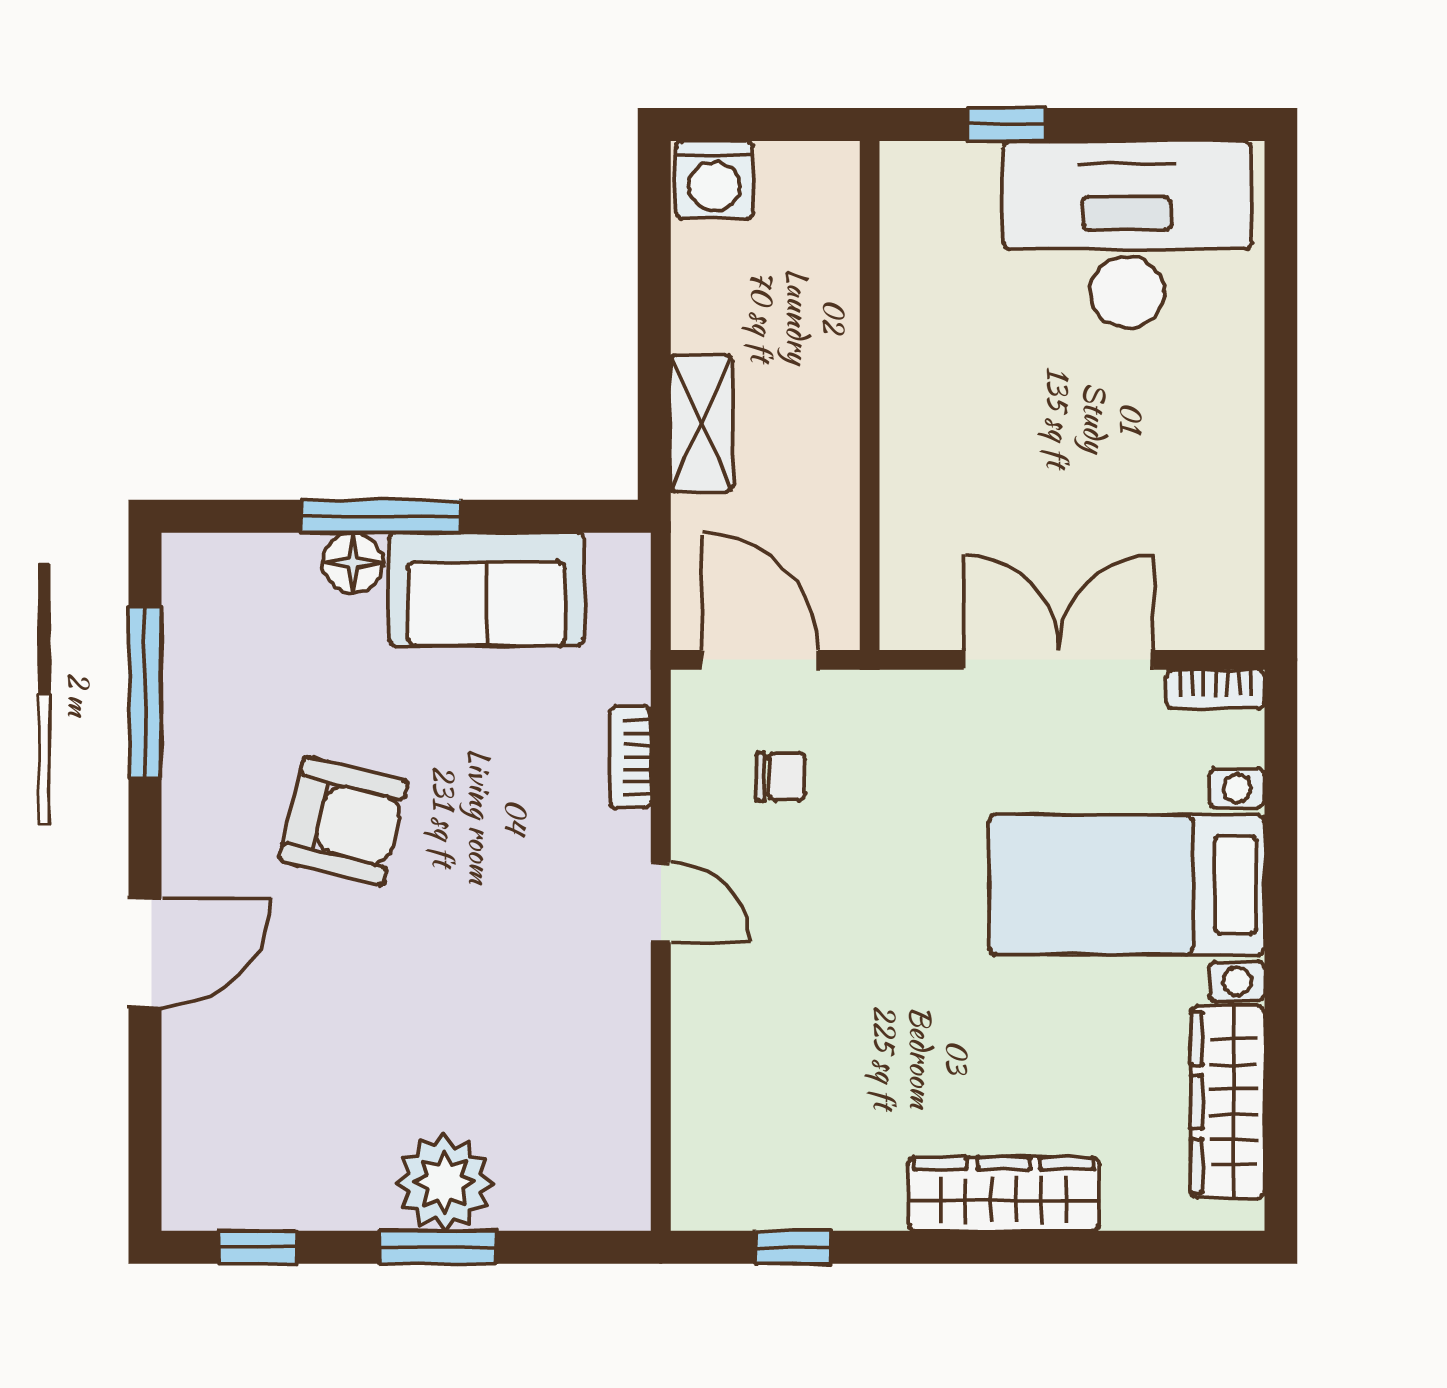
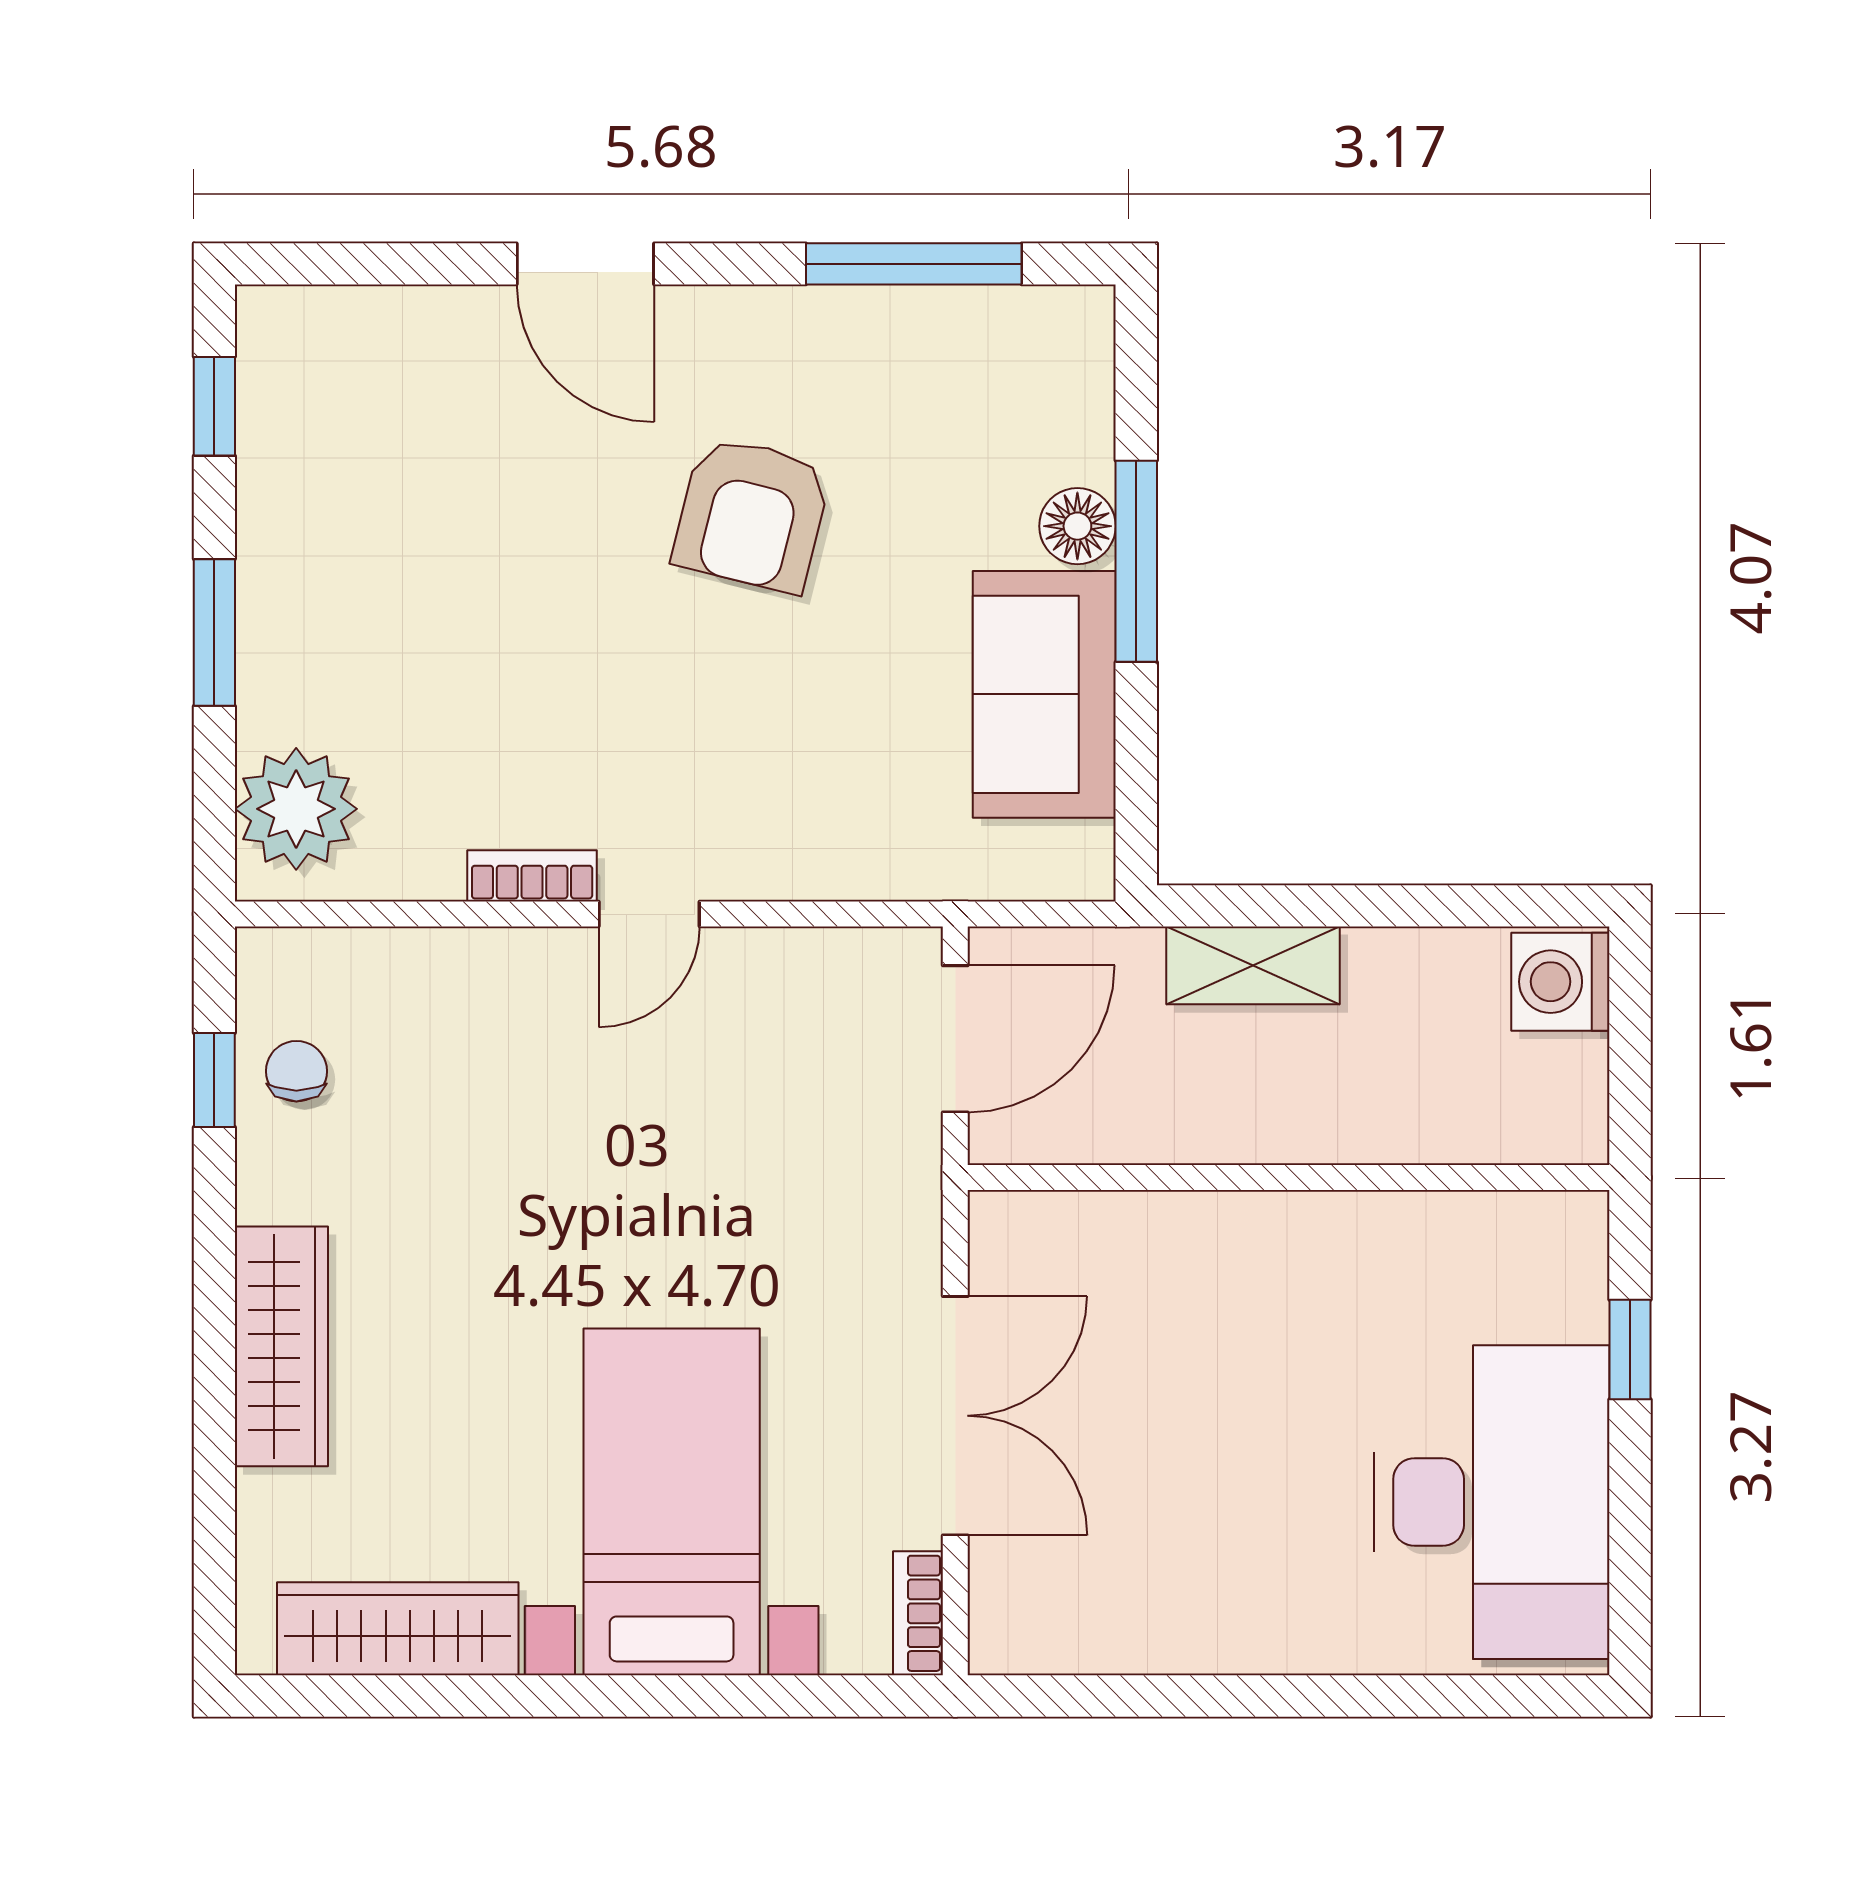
bookcase: (630, 757) -> (532, 876), moved
chair: (781, 777) -> (296, 1071), moved, turned 180
plant: (444, 1183) -> (296, 809), moved

